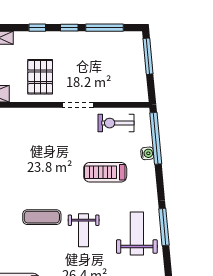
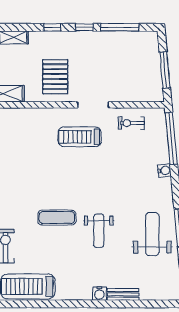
window: (148, 56) -> (165, 70), moved
exercise bike: (116, 123) -> (131, 123), width x0.73, depth x0.72
water cooler: (147, 153) -> (164, 170), moved
treadmill: (105, 172) -> (80, 137), moved

